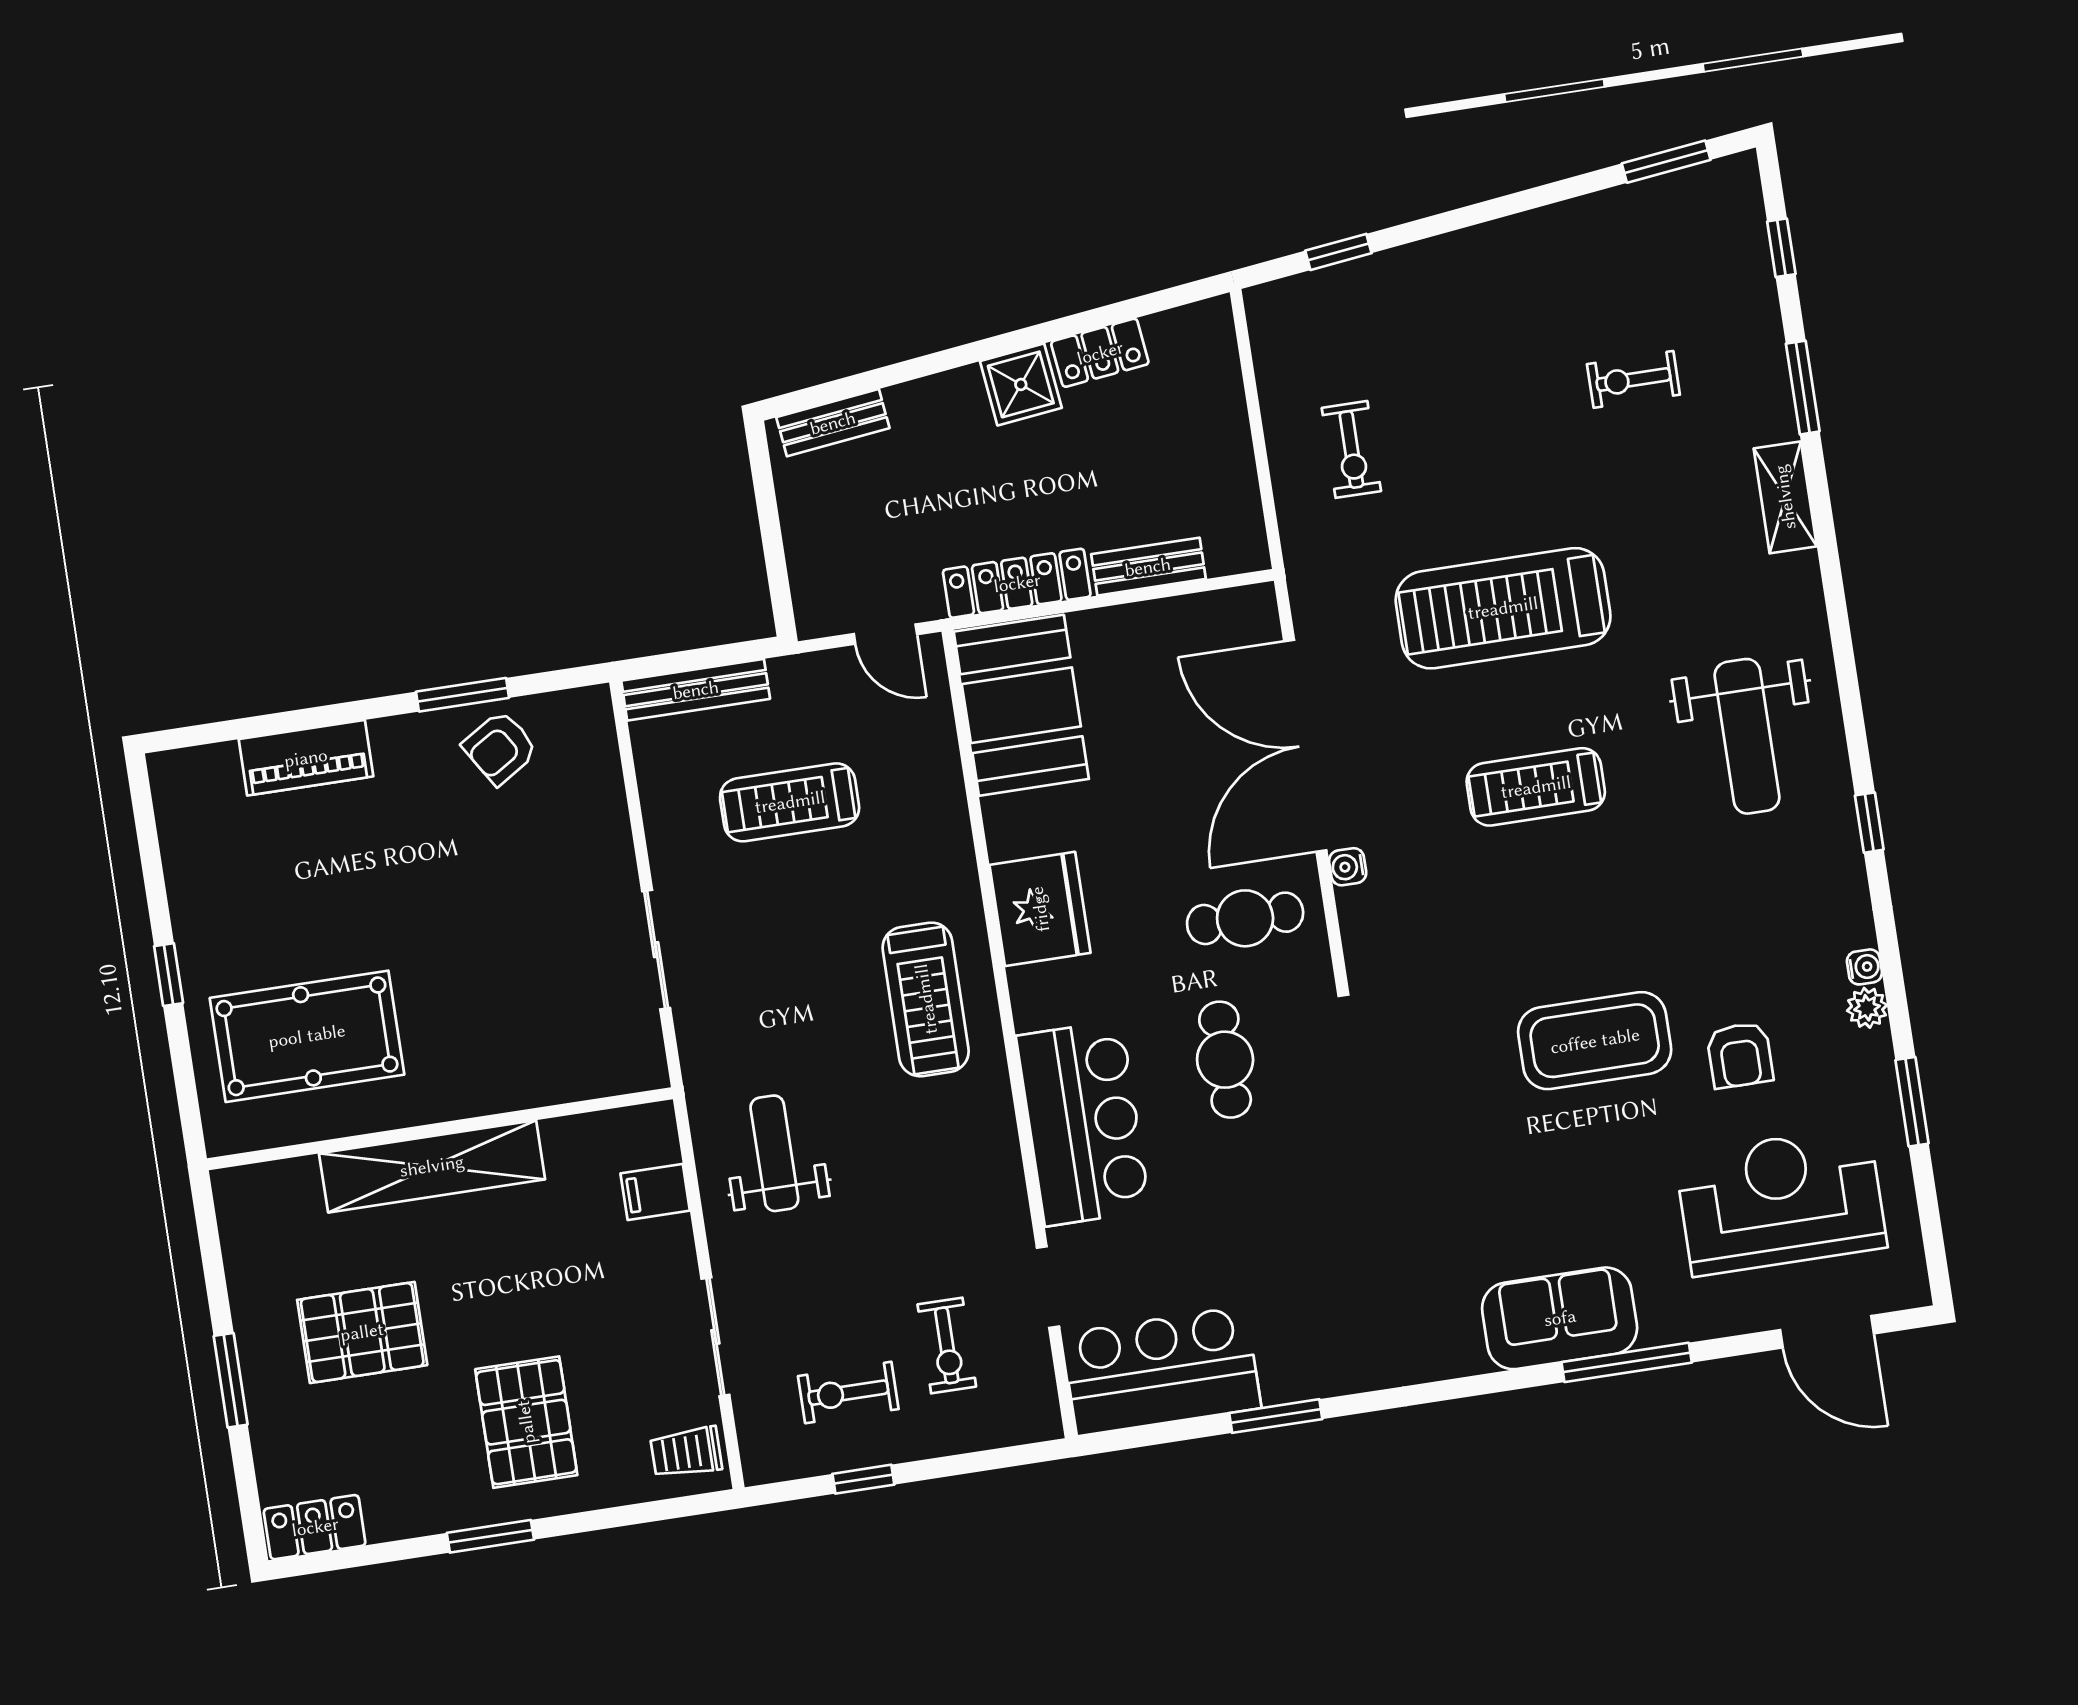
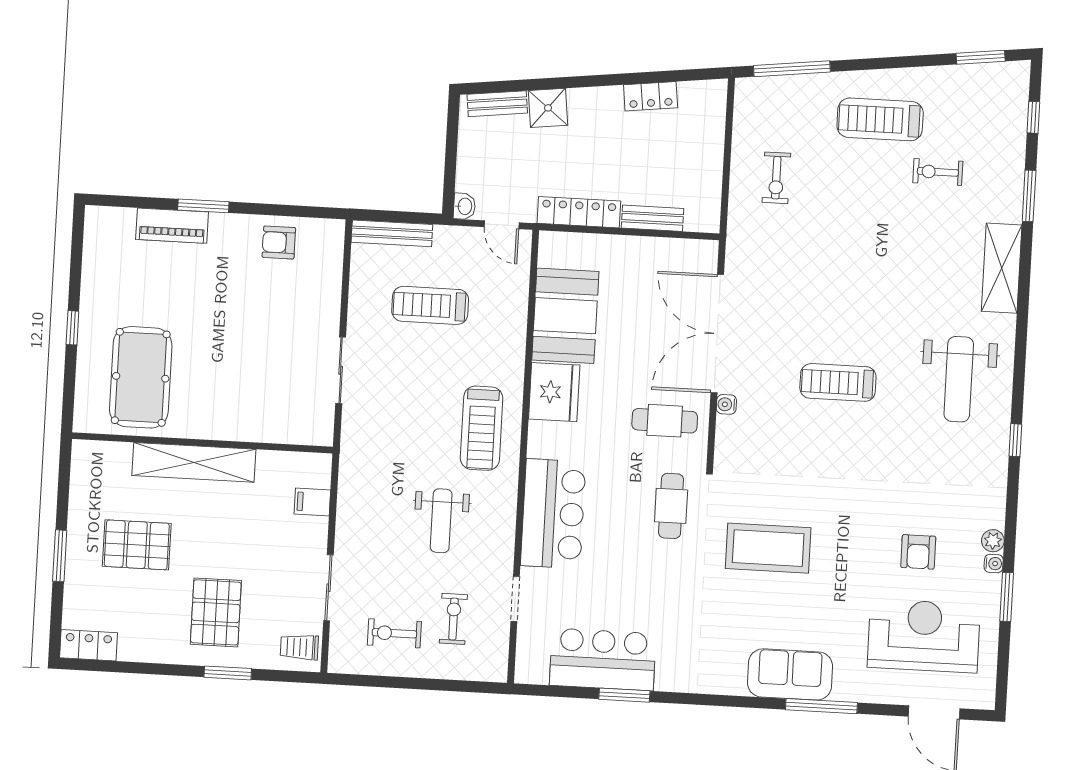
window: (1338, 252) -> (792, 69), width x2.17
shower: (1021, 384) -> (548, 108), moved
shelving: (1785, 497) -> (1002, 268), width x1.50, depth x1.33
treadmill: (1503, 608) -> (880, 119), moved, width x0.73, depth x0.73
washbasin: (813, 615) -> (464, 206), added
window: (463, 695) -> (203, 206), moved
booth: (1021, 705) -> (565, 316), moved
armchair: (500, 748) -> (279, 242), turned 32
water cooler: (1864, 967) -> (994, 564), moved
pool table: (307, 1036) -> (141, 377), turned 90
coffee table: (1595, 1041) -> (768, 548), moved
cafe table: (1225, 1060) -> (671, 506), moved
weight bench: (774, 1153) -> (441, 521), moved, turned 180
exercise bike: (947, 1345) -> (453, 619), turned 180
bar counter: (1161, 1371) -> (603, 659), moved
window: (863, 1479) -> (393, 682), removed
window: (490, 1536) -> (228, 673), moved

